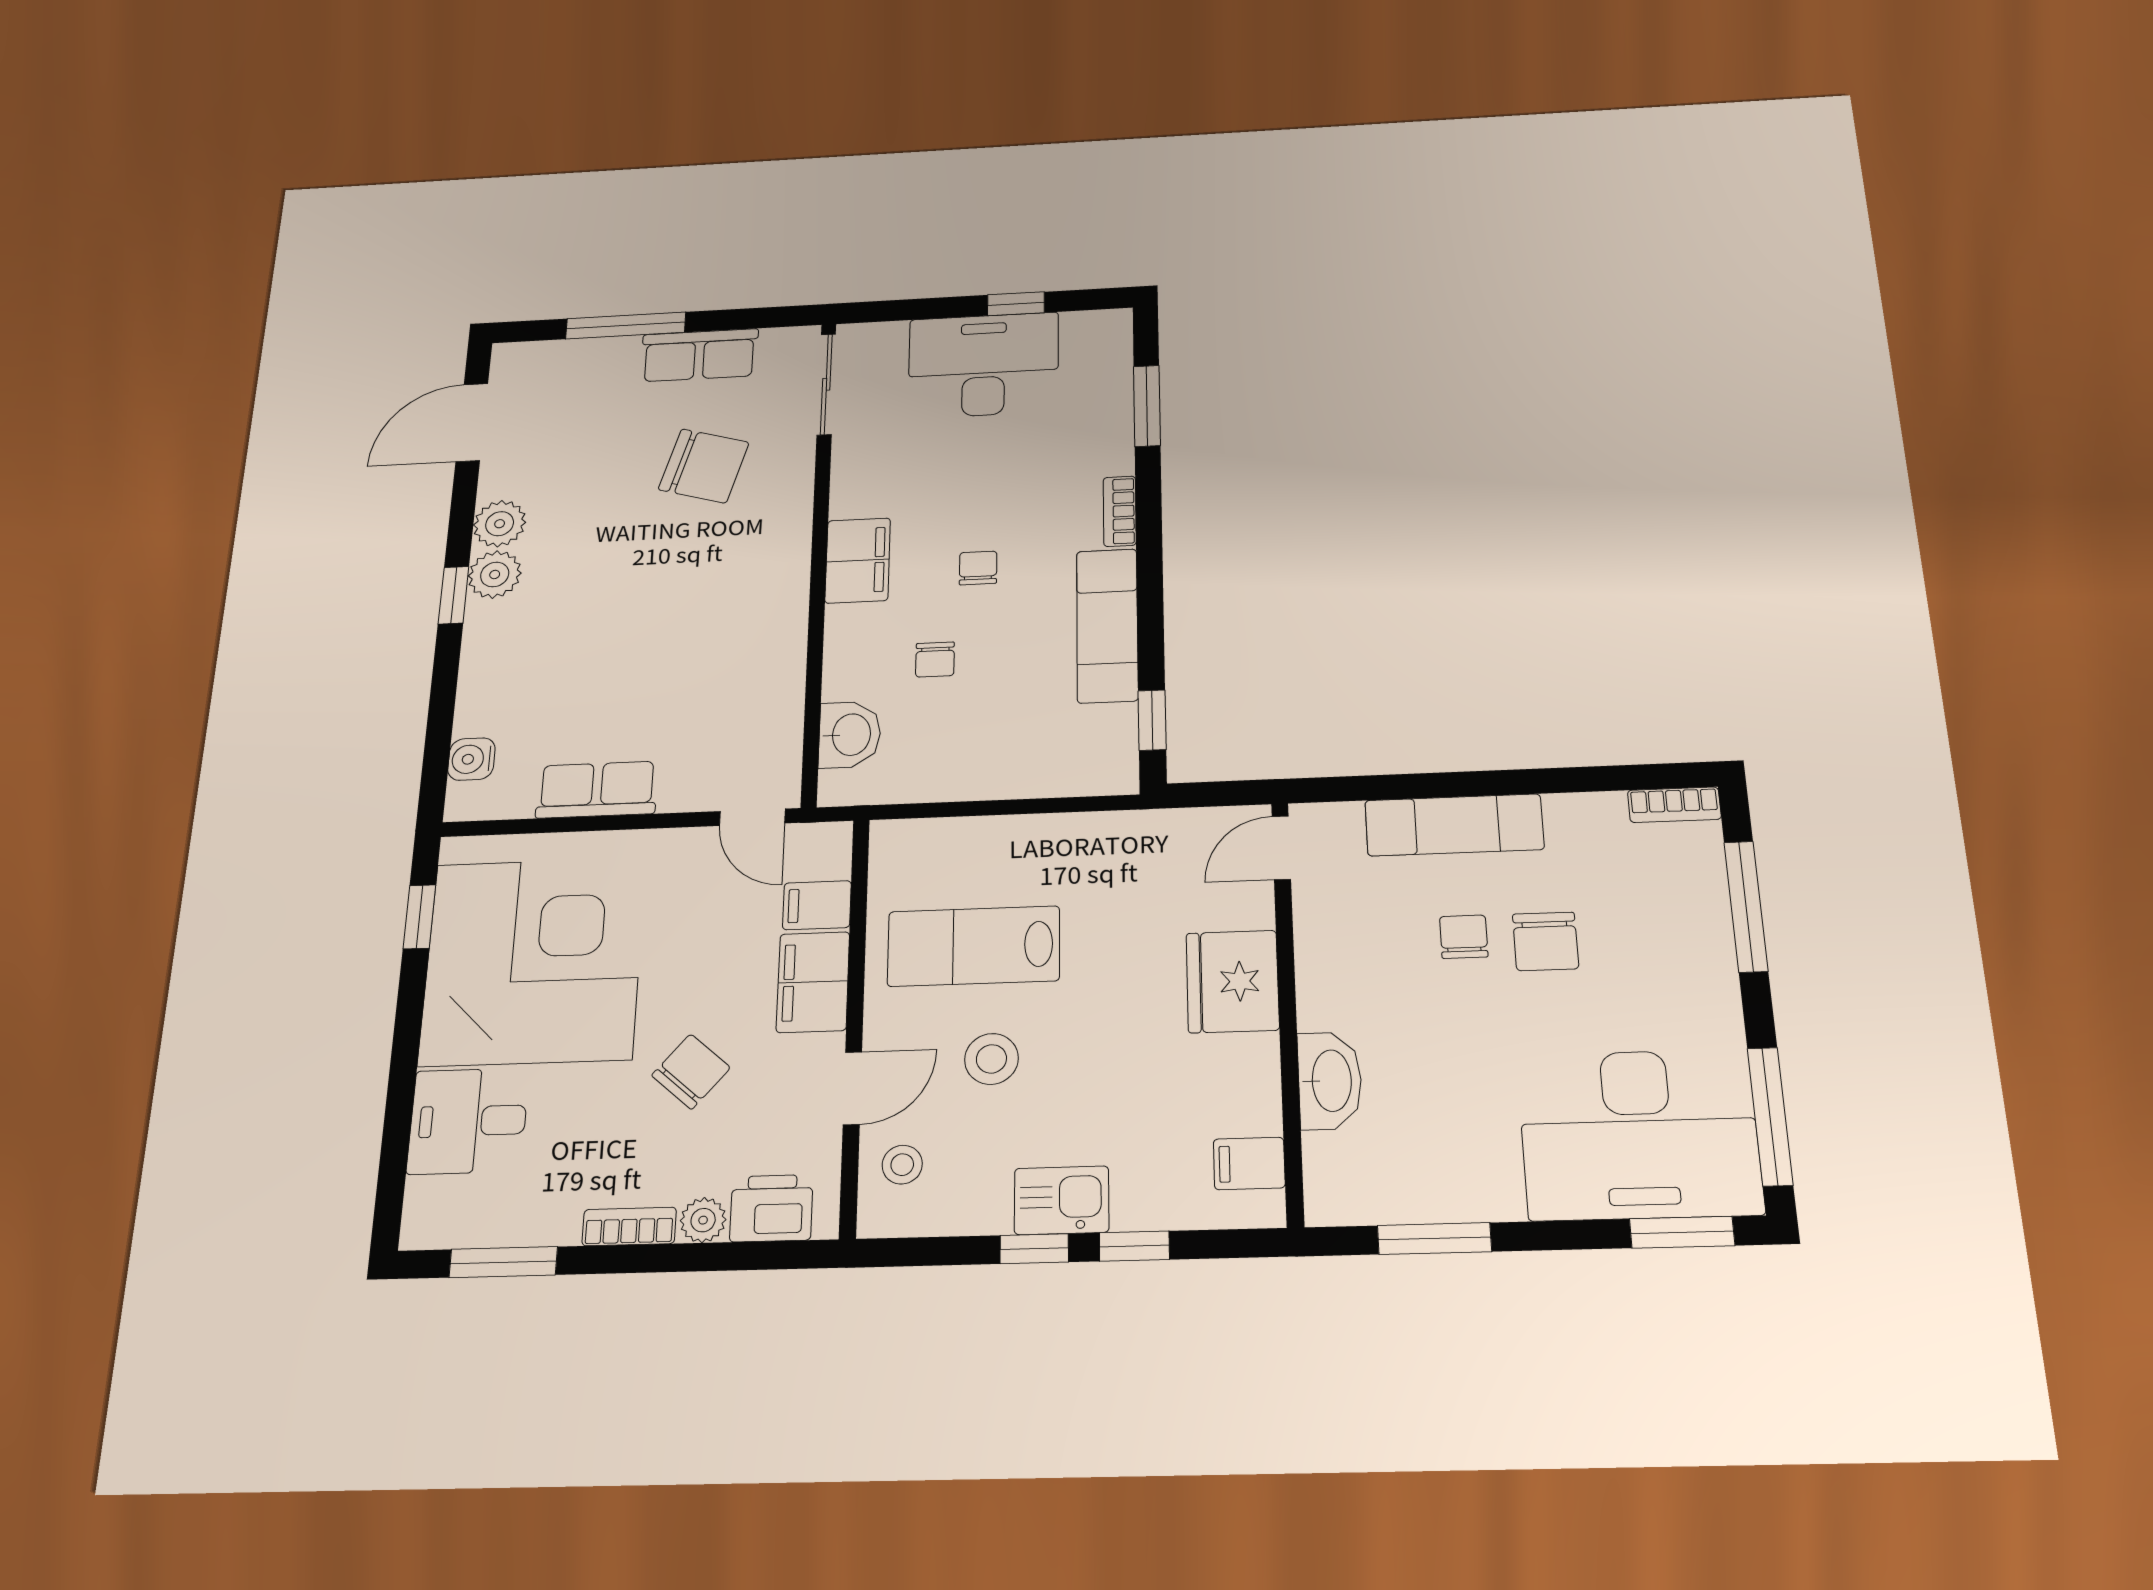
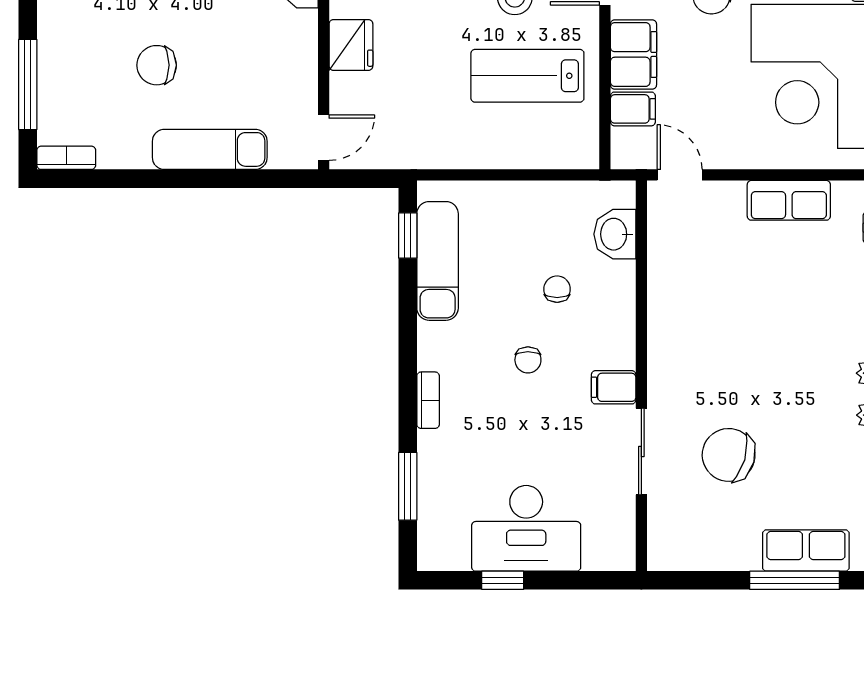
row of seats: (699, 355) -> (806, 550), moved
sliding door: (826, 384) -> (641, 451), moved
filing cabinet: (858, 560) -> (614, 387), width x0.50
exam couch: (1107, 625) -> (438, 261), moved
chair: (1464, 937) -> (208, 70), removed
chair: (1546, 941) -> (157, 65), turned -90
lab bench: (974, 946) -> (527, 76), turned 180
fridge: (1233, 981) -> (351, 45), width x0.73, depth x0.75

